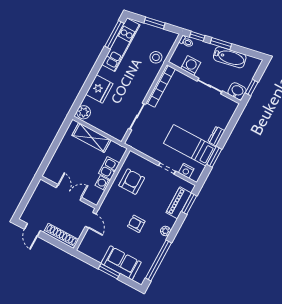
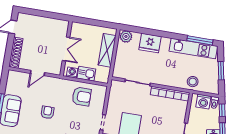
washing machine: (191, 66) -> (203, 102), moved, turned 90
wall: (68, 192) -> (66, 48), moved
double door: (69, 192) -> (66, 49), moved

